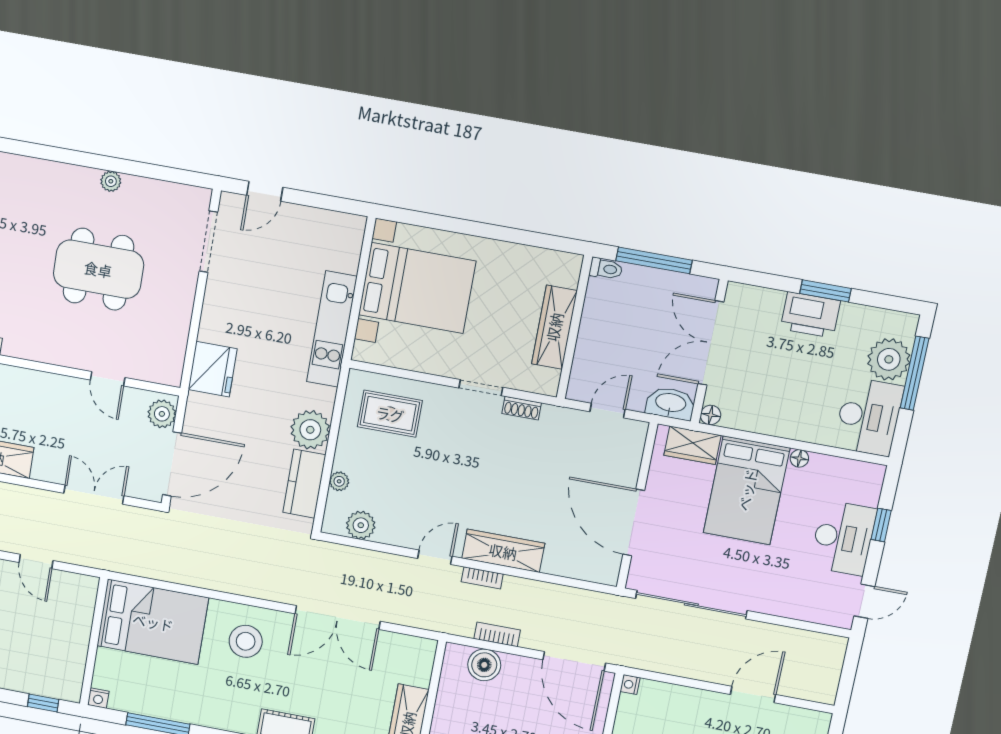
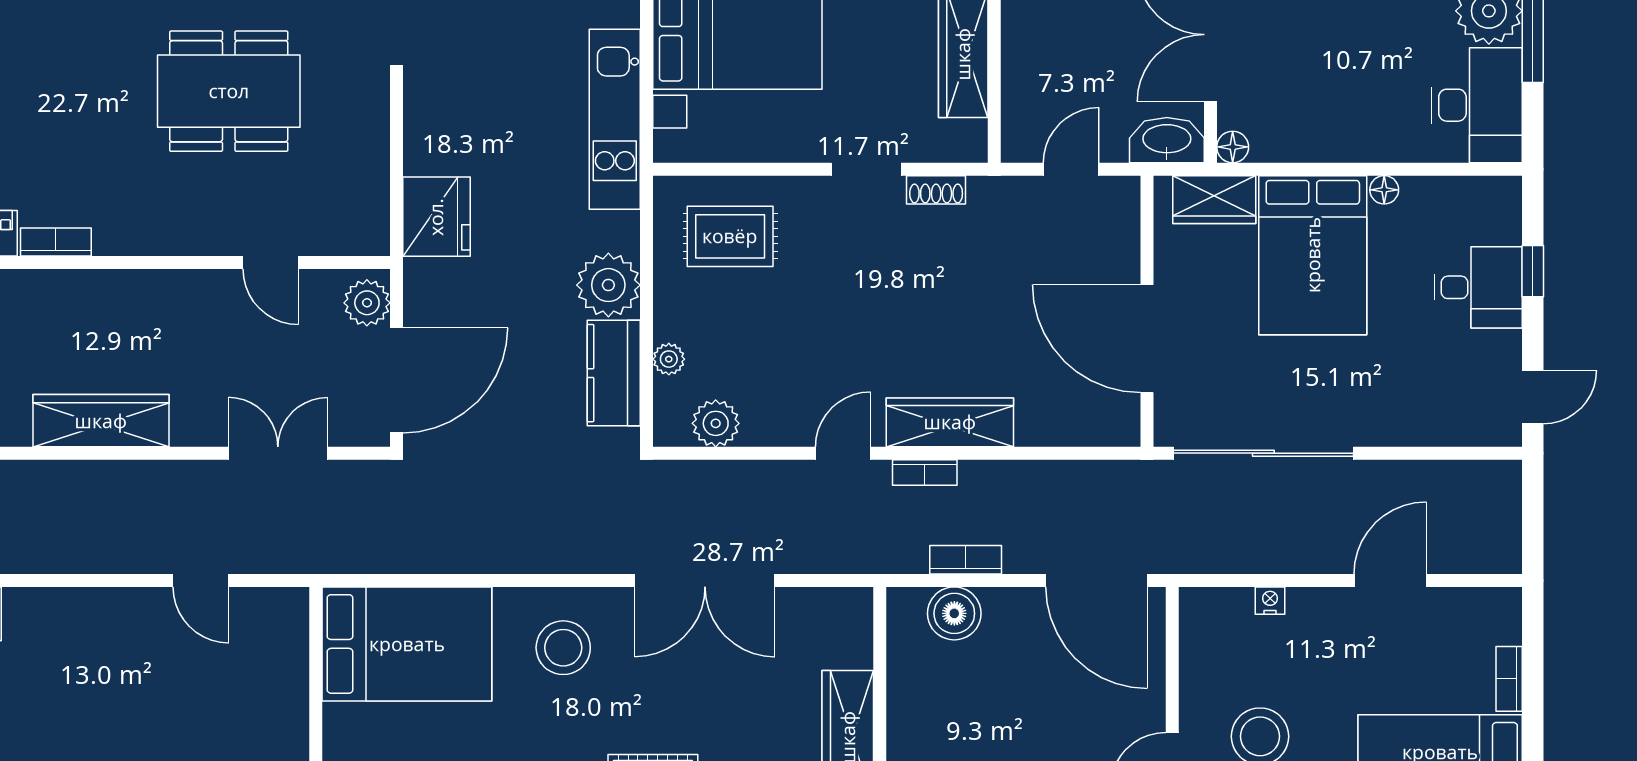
desk: (843, 538) -> (1478, 287), width x0.73
nightstand: (630, 685) -> (1270, 601), moved, turned 90

